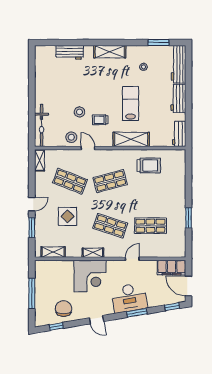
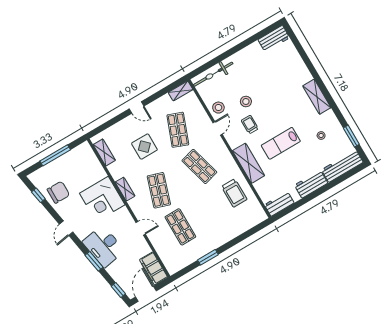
workbench: (70, 52) -> (274, 39), moved, turned -90
lab bench: (130, 104) -> (281, 143), turned 180
window: (32, 228) -> (115, 120), removed

